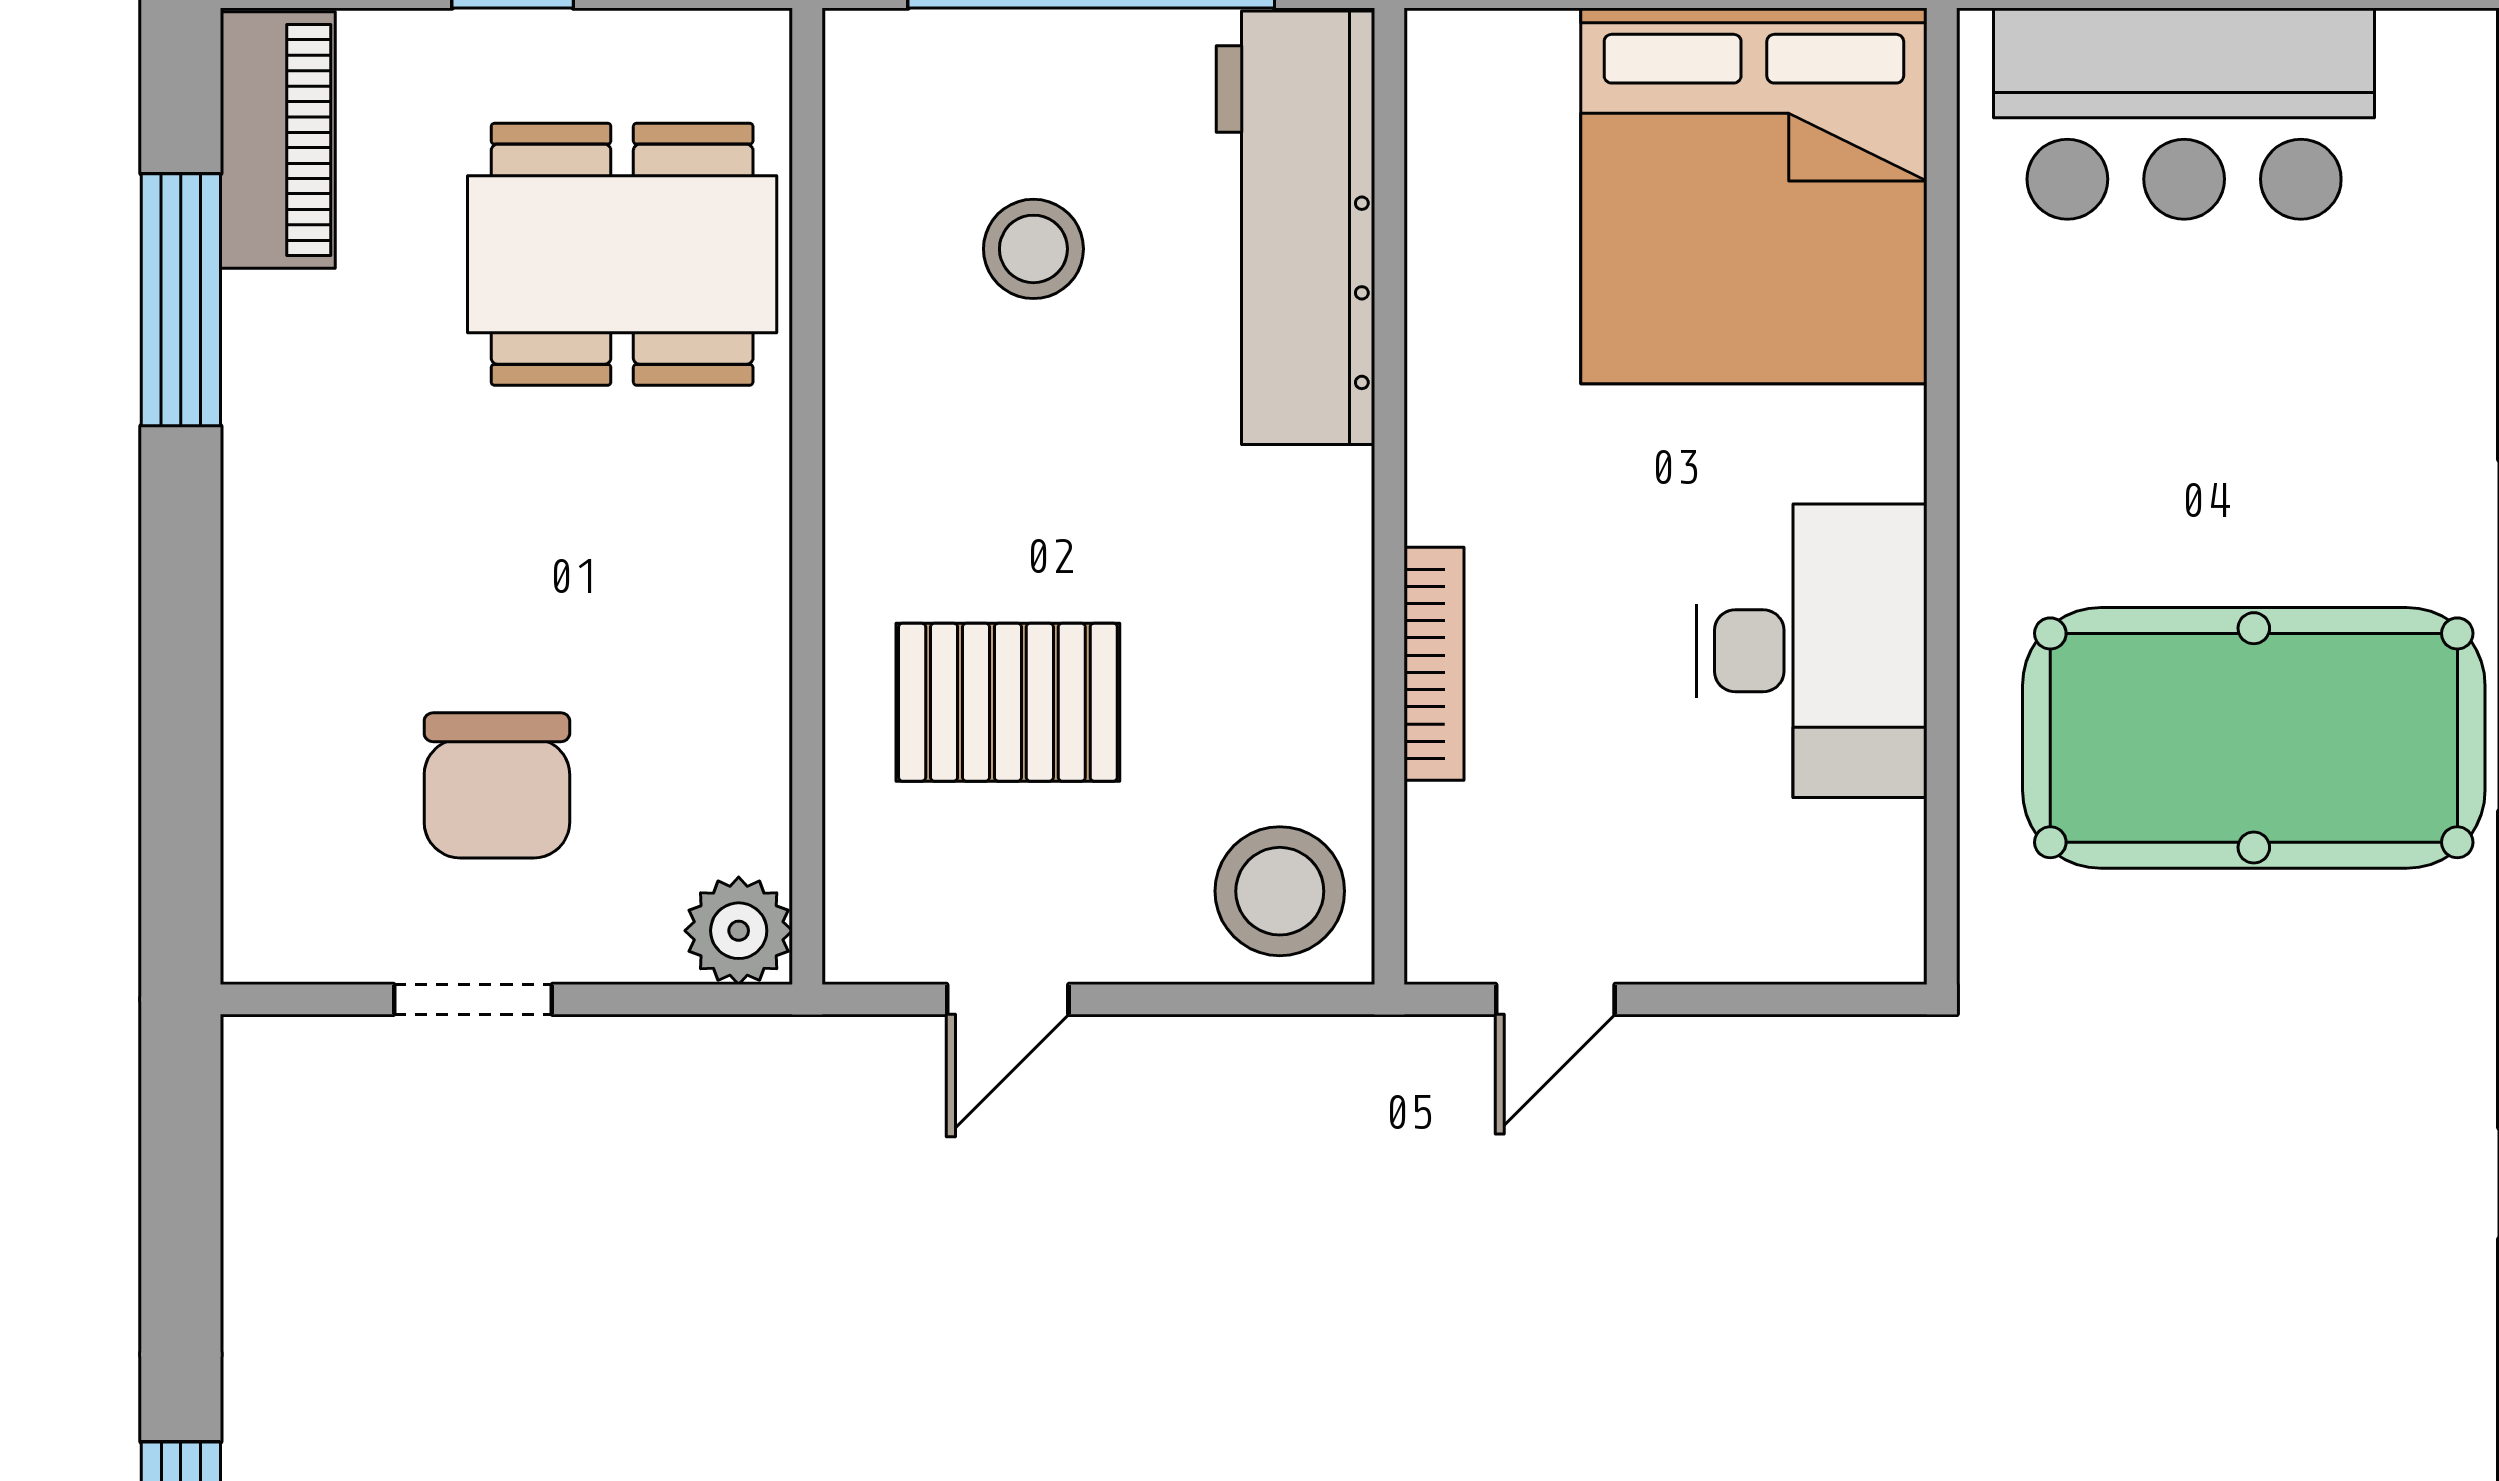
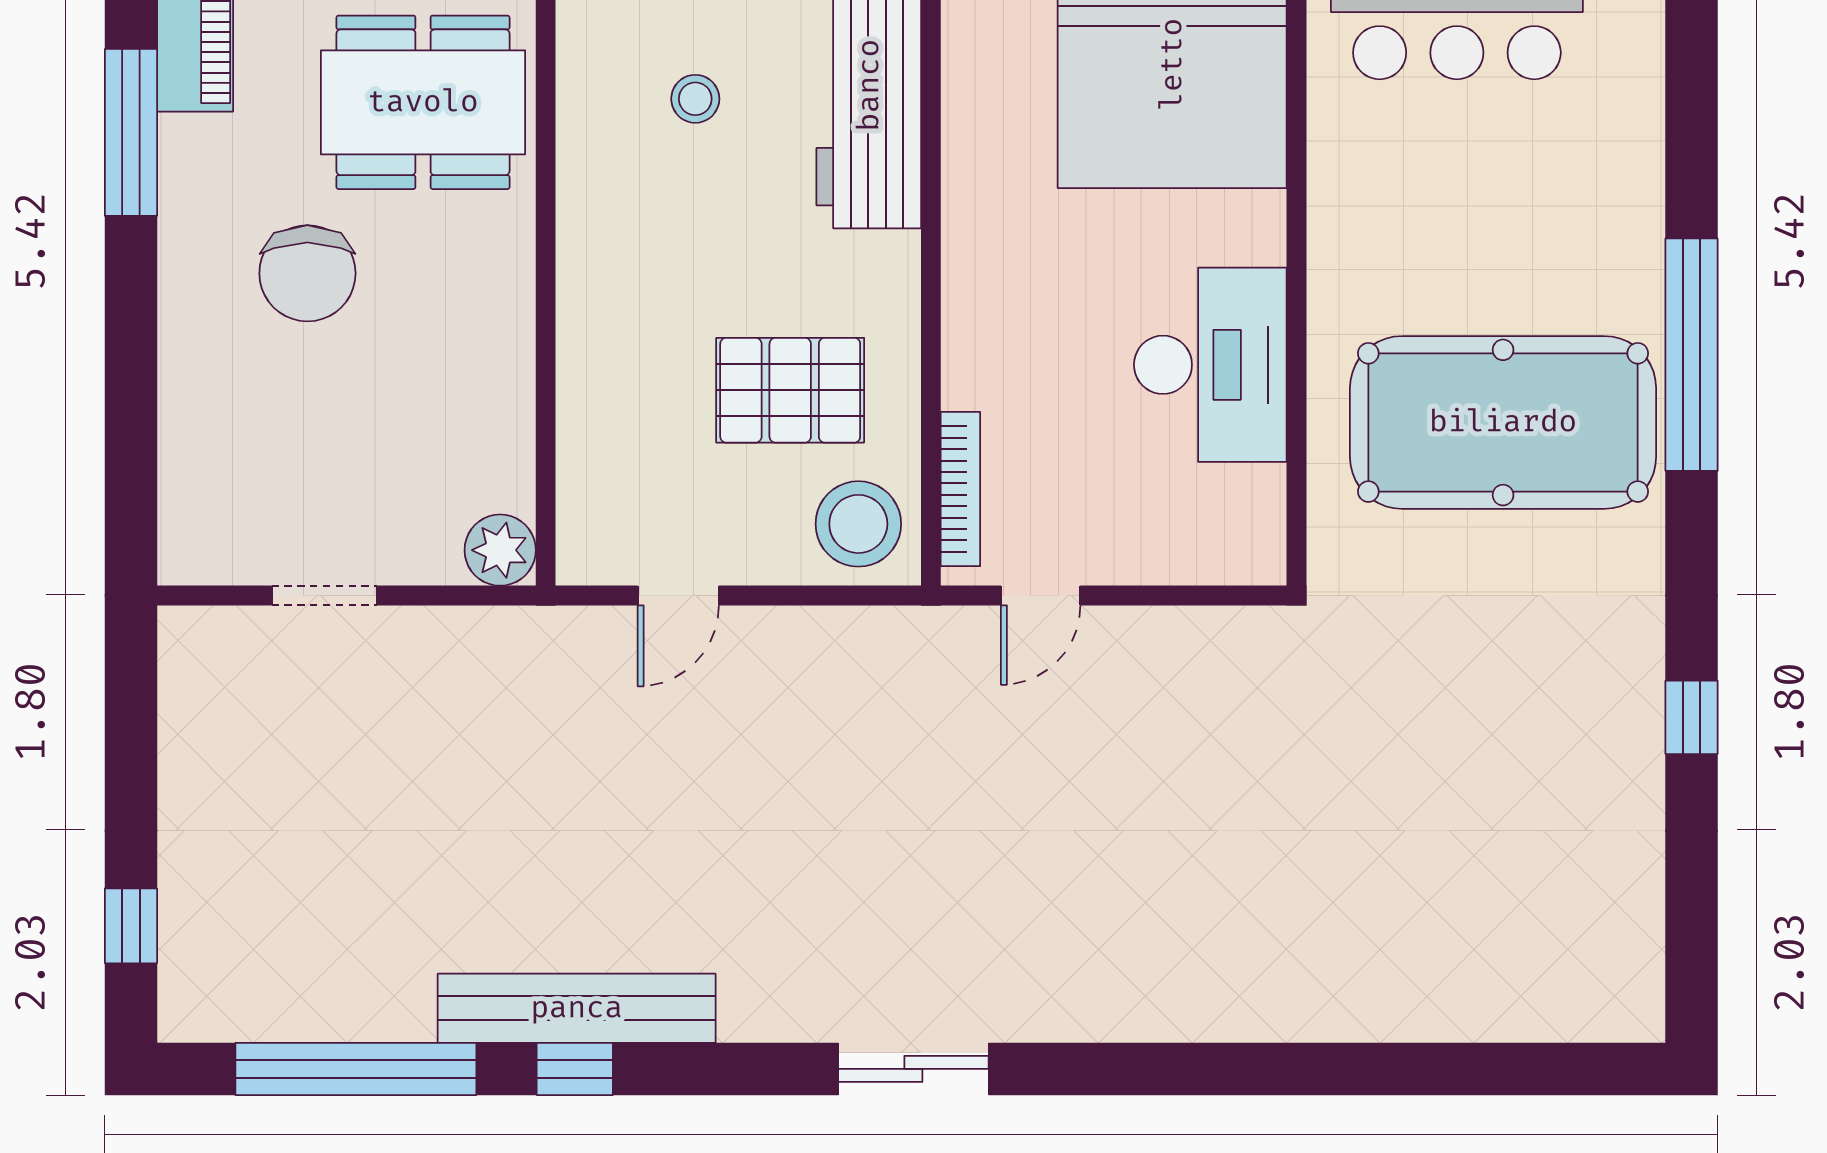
stool: (1033, 249) -> (695, 99), width x0.73, depth x0.73
bookcase: (1434, 664) -> (960, 489), moved
pallet: (1008, 702) -> (790, 390), moved
chair: (497, 785) -> (307, 273), moved

